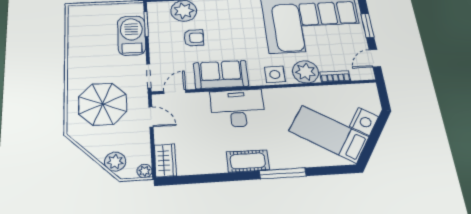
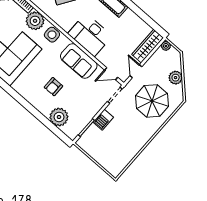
barbecue: (131, 36) -> (103, 120), width x0.53, depth x0.65
armchair: (194, 38) -> (53, 87), moved, turned -90
wardrobe: (165, 160) -> (148, 46), width x1.50
plant: (115, 162) -> (176, 78), moved

